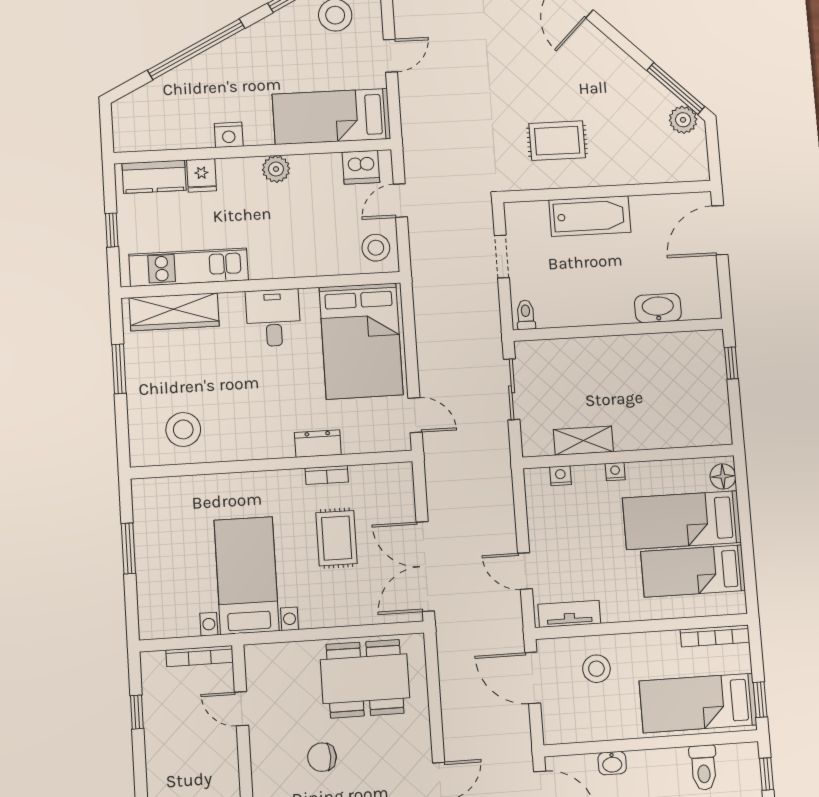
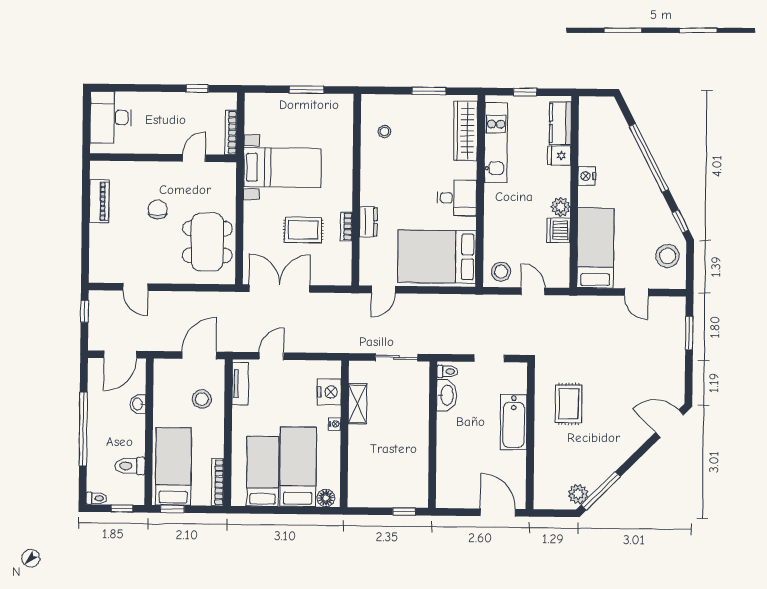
dishwasher: (361, 167) -> (559, 230), moved
washbasin: (658, 308) -> (447, 395), moved
stool: (183, 429) -> (384, 132), width x0.53, depth x0.53
nightstand: (560, 476) -> (329, 392), width x1.89, depth x1.79

